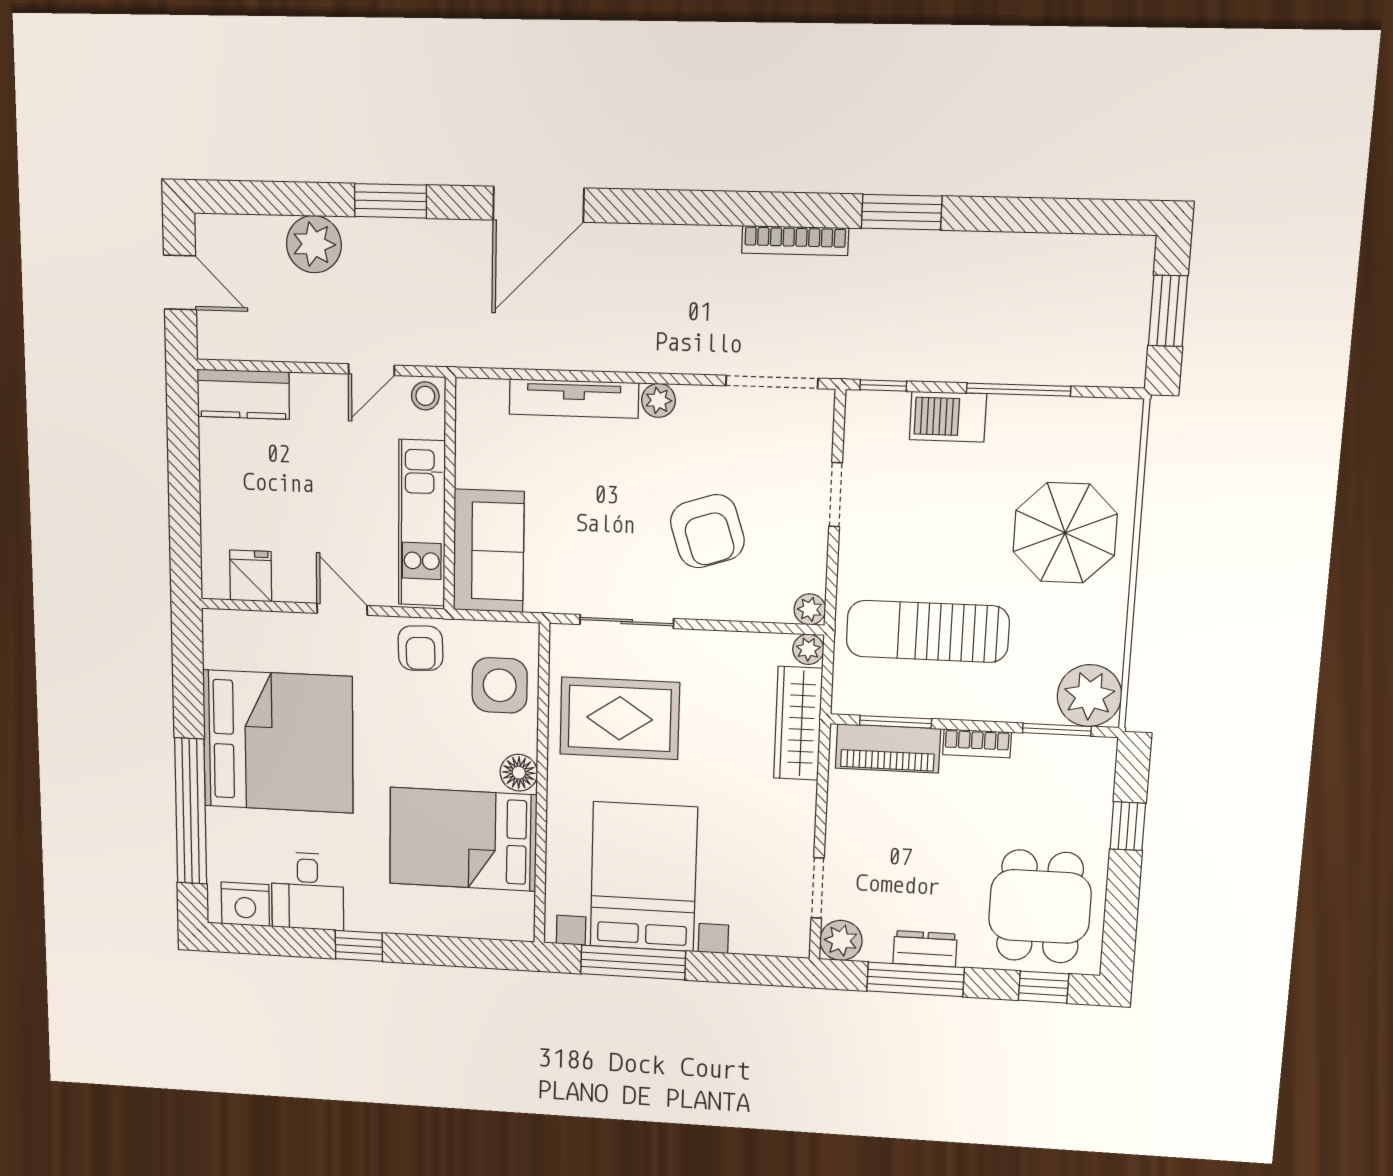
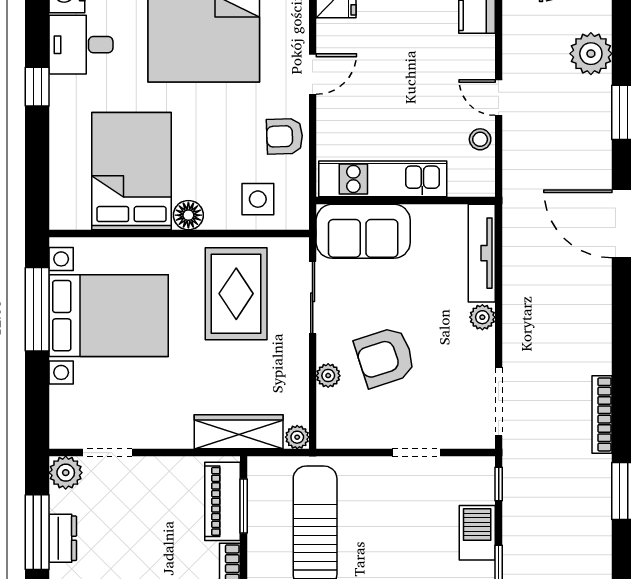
wall: (450, 495) -> (406, 201), moved
kitchen unit: (422, 523) -> (383, 179), moved
sofa: (489, 551) -> (363, 231), moved
plant: (810, 609) -> (328, 376), moved
side table: (500, 685) -> (258, 199), width x0.73, depth x0.73

